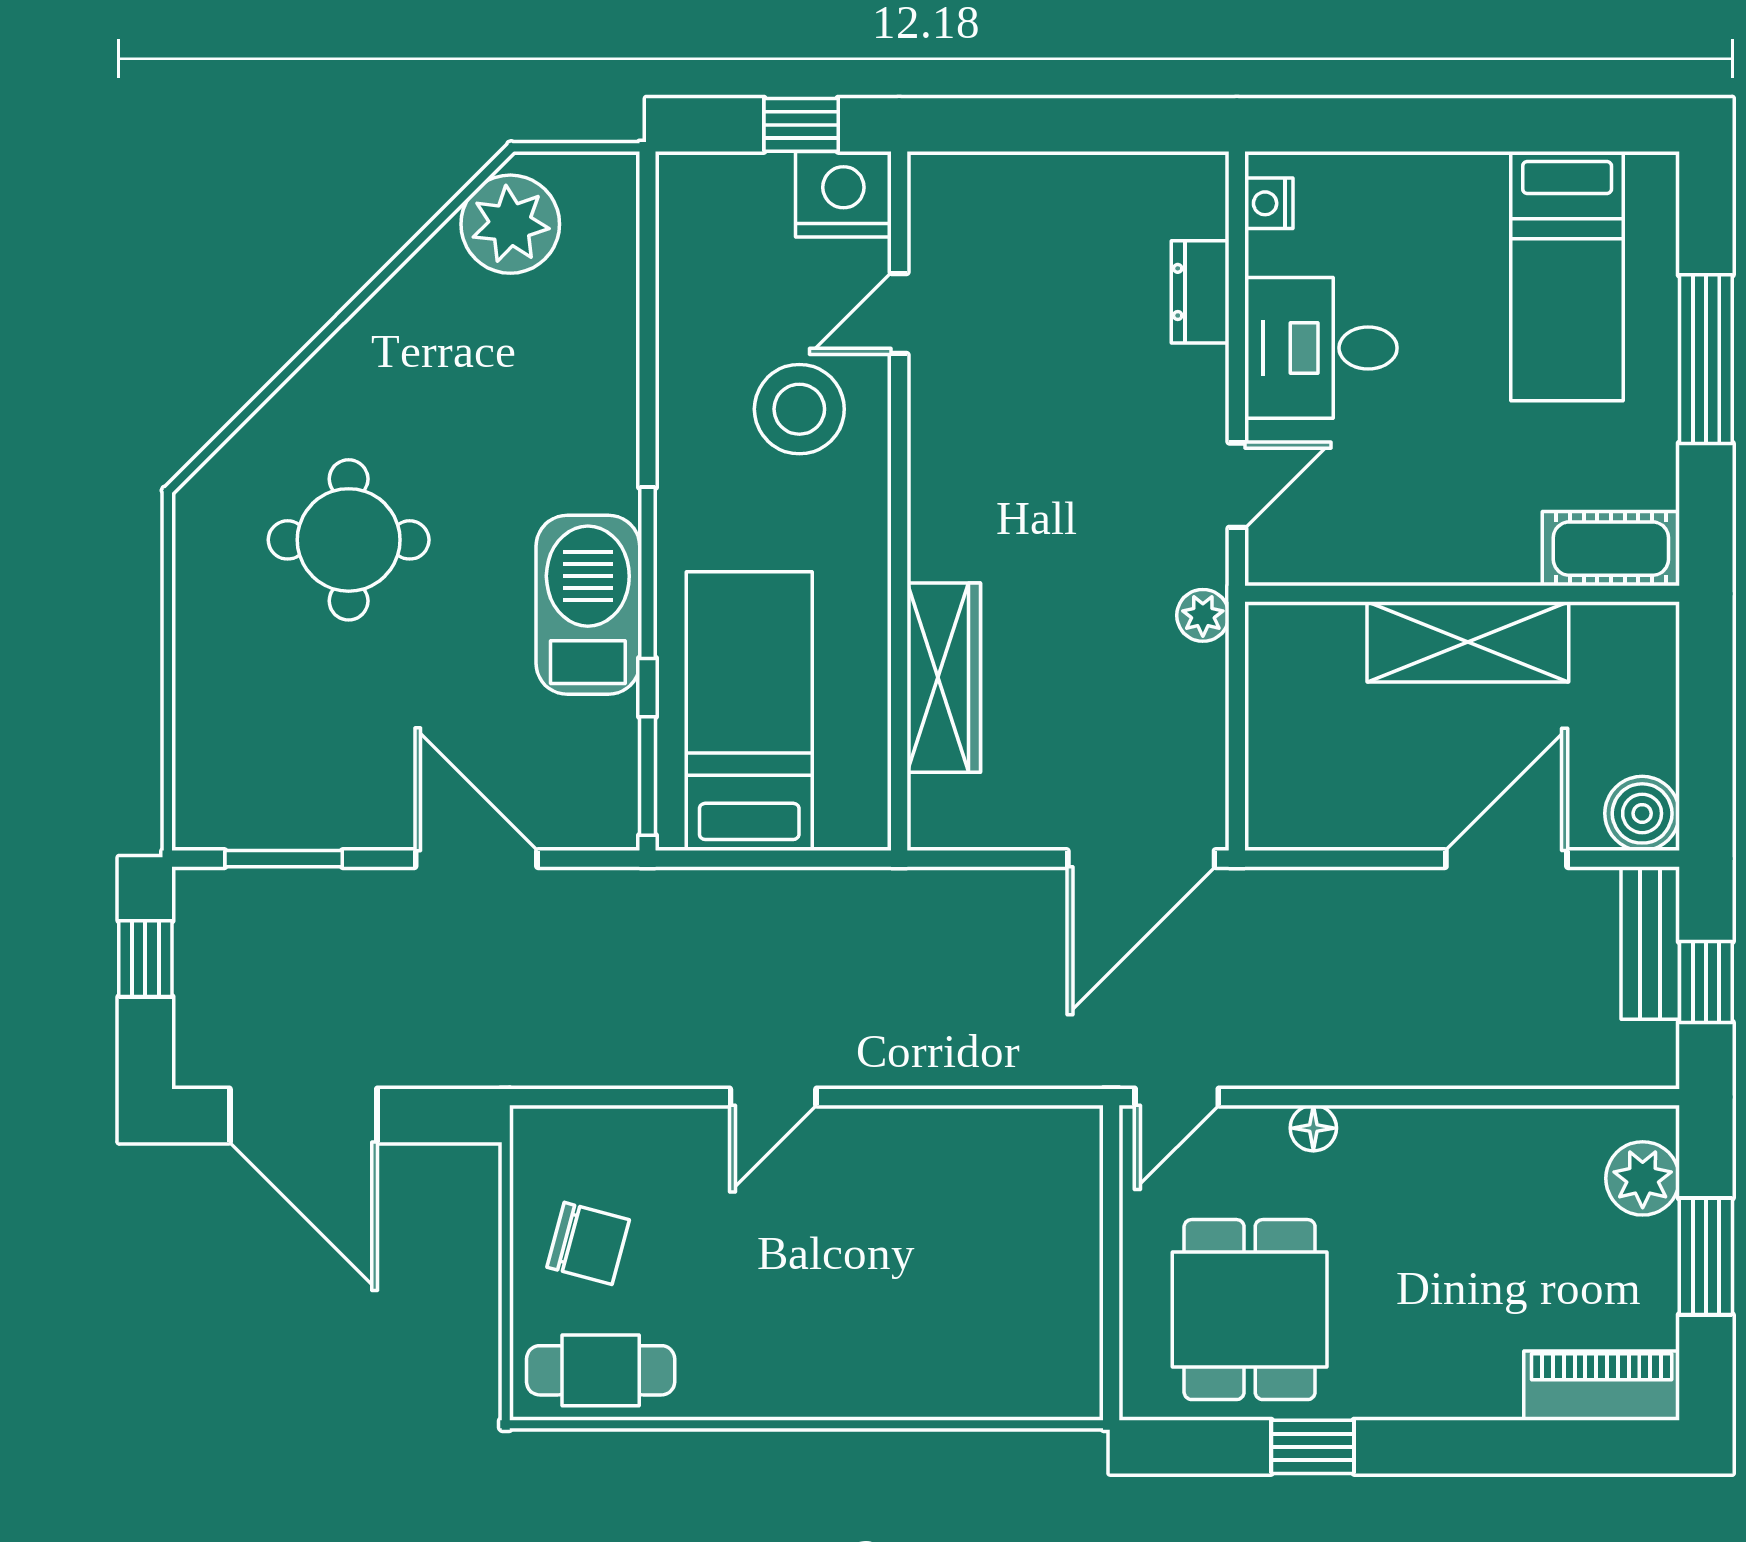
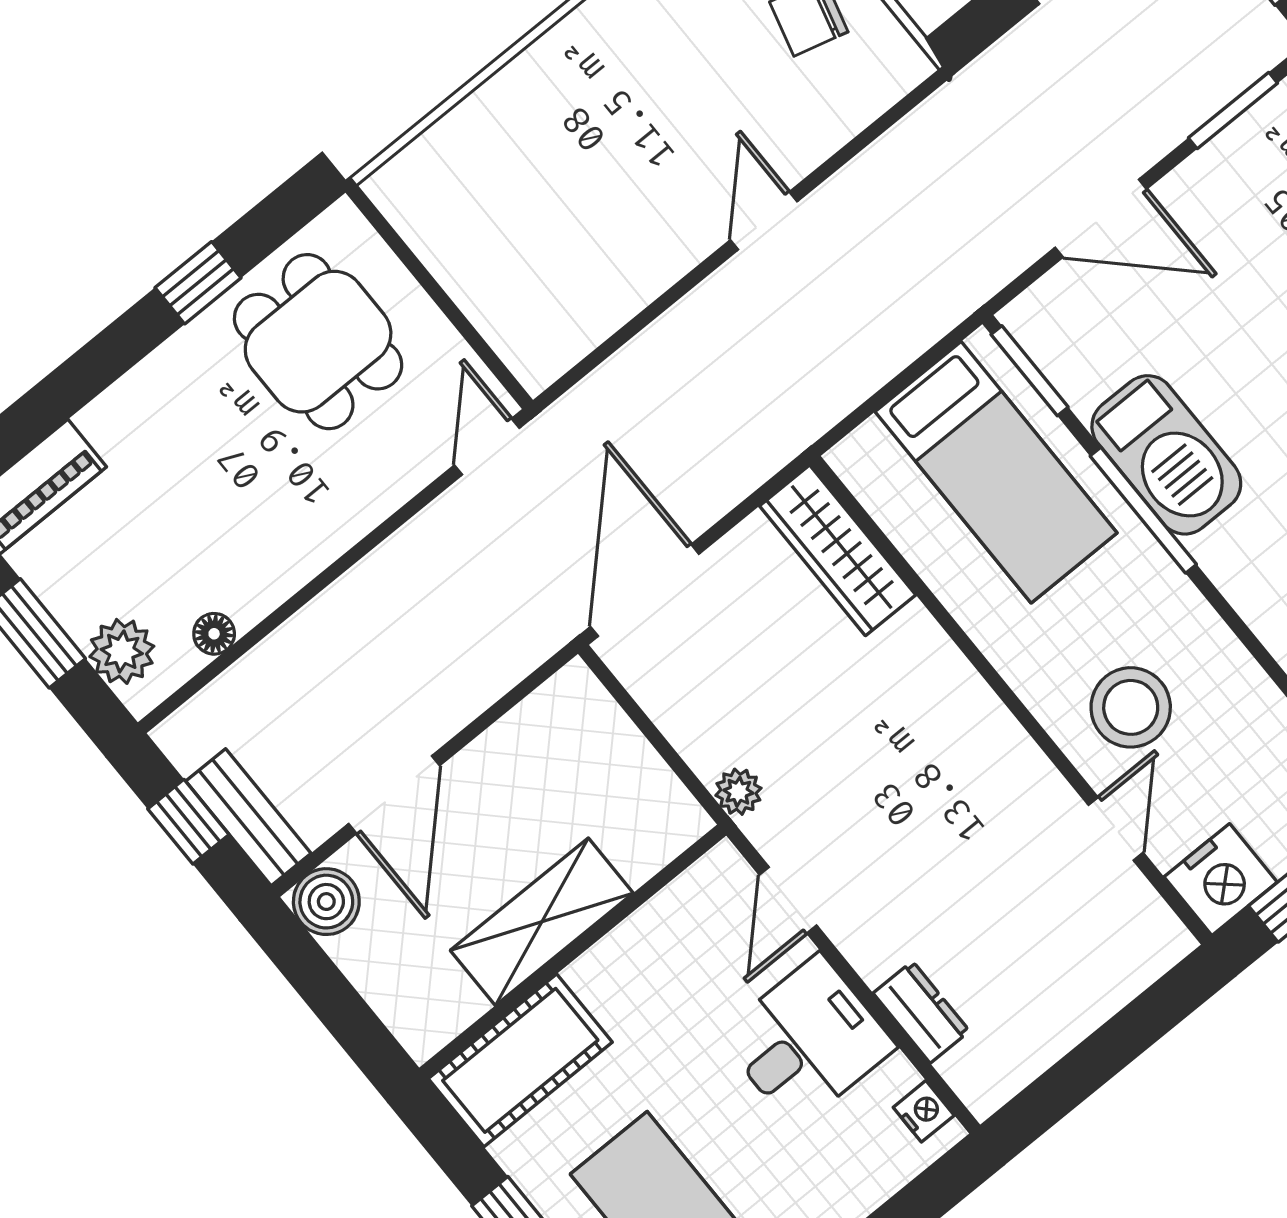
cot: (1611, 549) -> (520, 1060), width x1.37, depth x1.34
wardrobe: (944, 678) -> (838, 550), moved
floor lamp: (1313, 1128) -> (214, 634), moved

